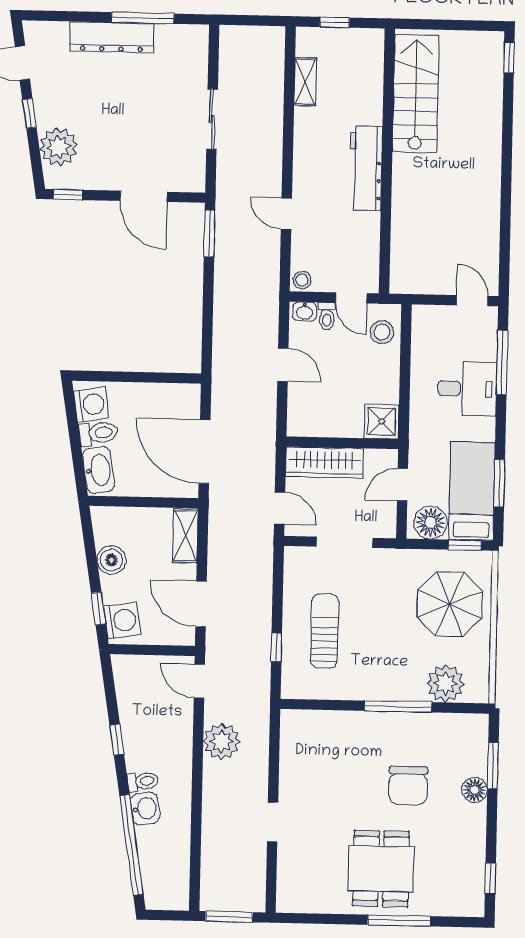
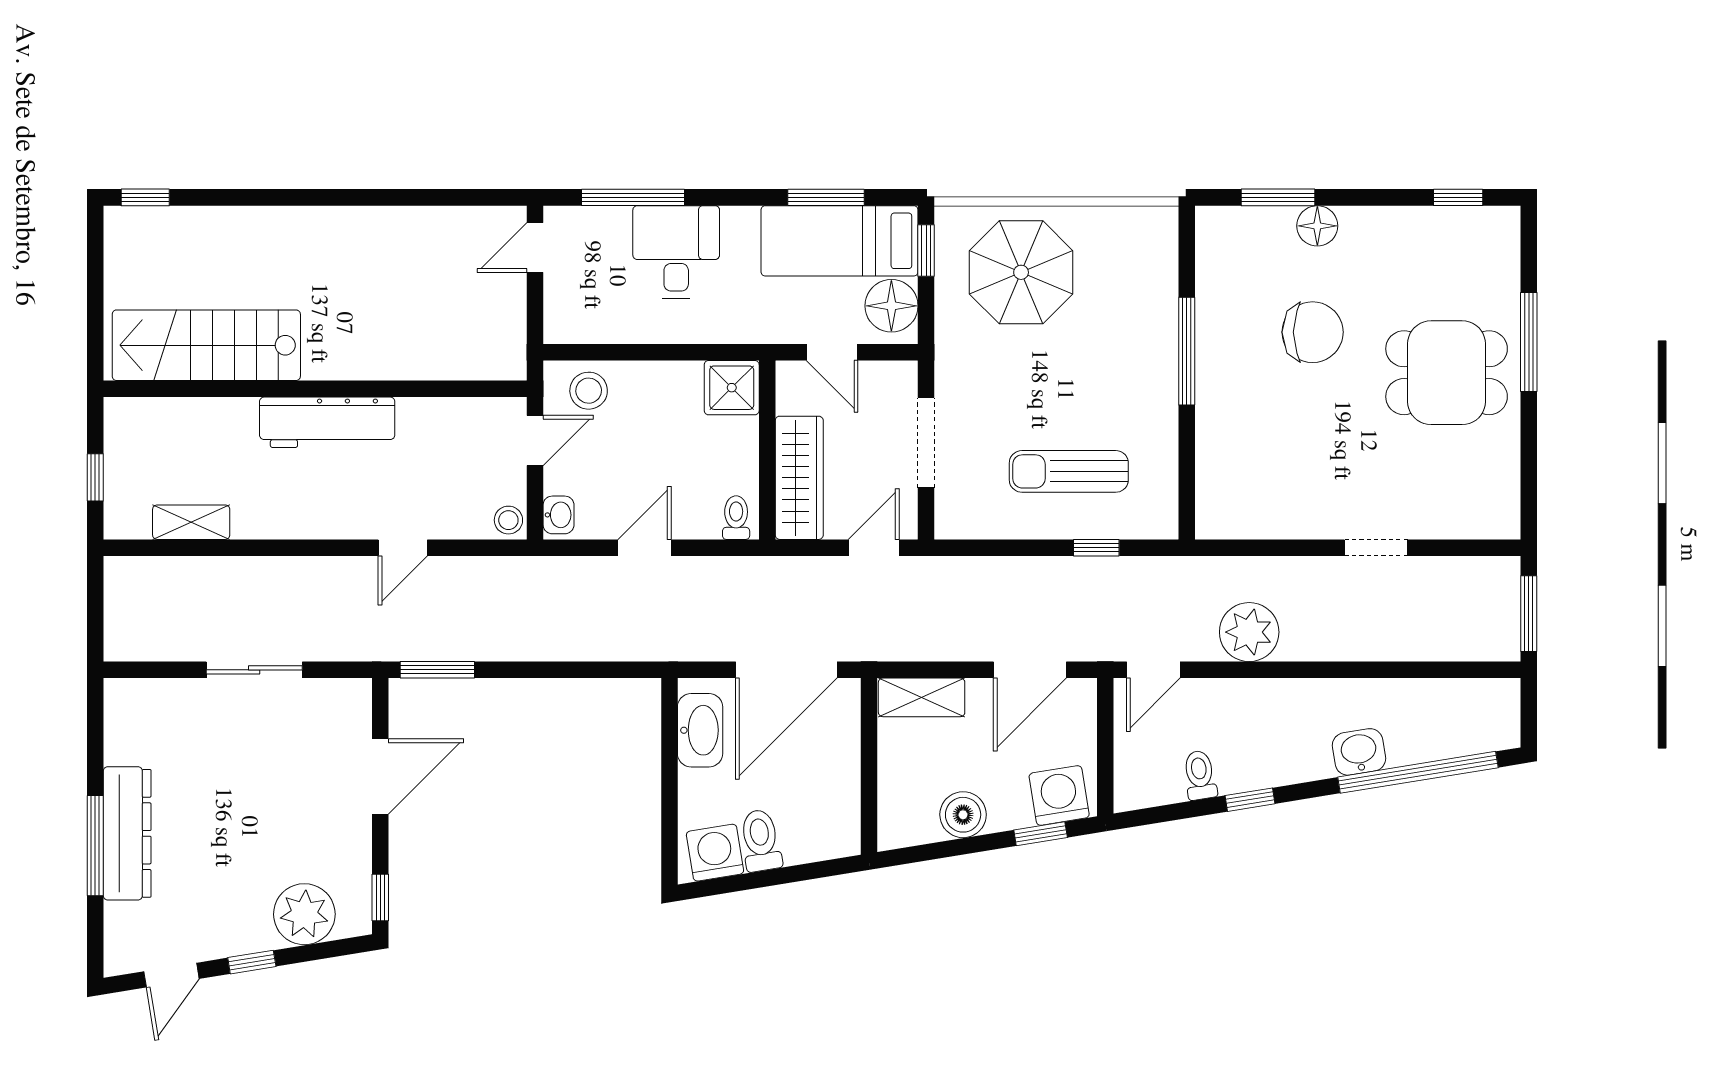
window: (143, 18) -> (95, 846), moved
toilet: (327, 316) -> (736, 518), moved, turned -90
washbasin: (99, 470) -> (700, 730), moved, turned 99
plant: (445, 684) -> (1148, 276), removed
toilet: (143, 781) -> (1200, 775), moved

